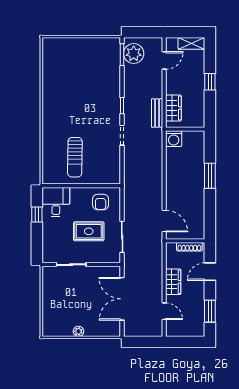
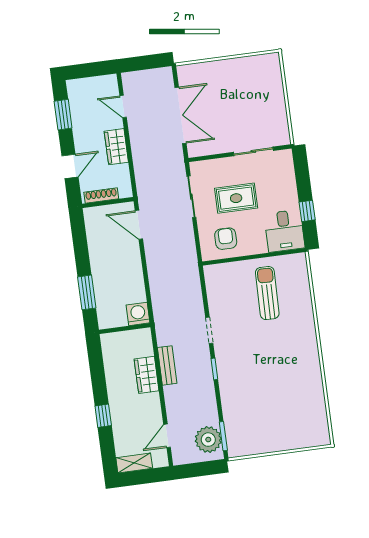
wall: (185, 129) -> (125, 328), moved
washing machine: (174, 139) -> (138, 314), moved
plant: (78, 331) -> (232, 65), removed

